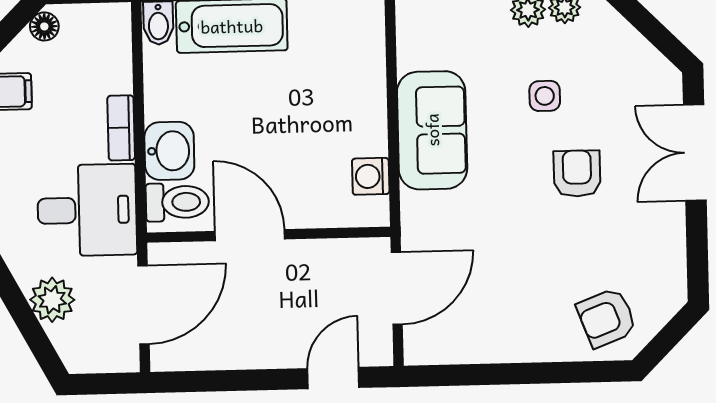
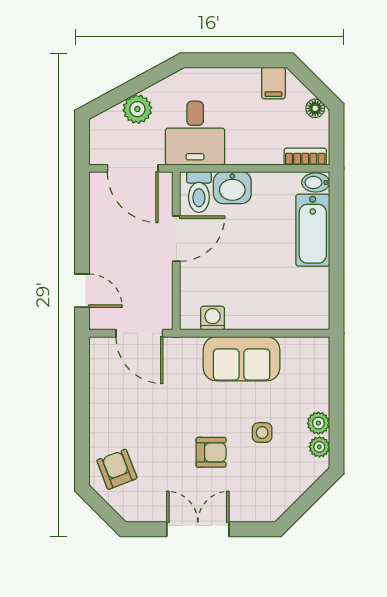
bookcase: (121, 128) -> (305, 157), moved
double door: (695, 153) -> (198, 529), moved

